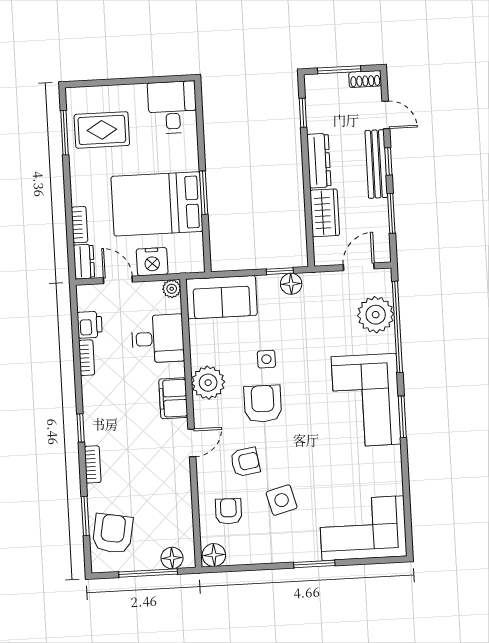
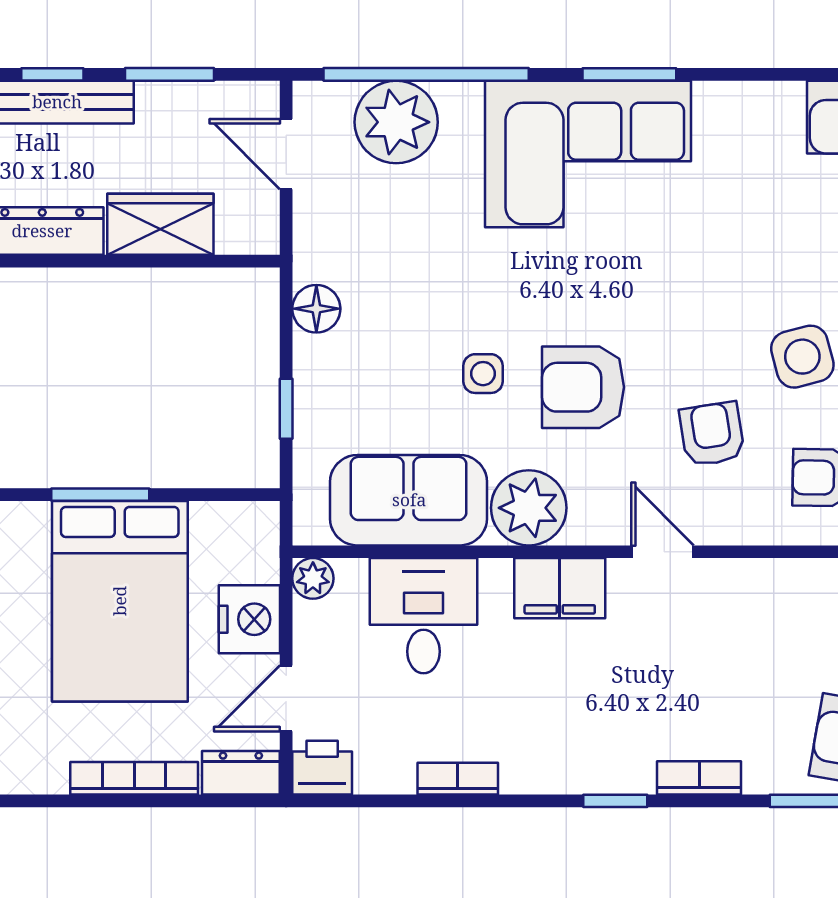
bookcase: (80, 225) -> (134, 778), width x1.56
window: (280, 271) -> (286, 409), moved
sofa: (222, 297) -> (409, 500), moved, turned -90
printer: (90, 325) -> (322, 768), moved

